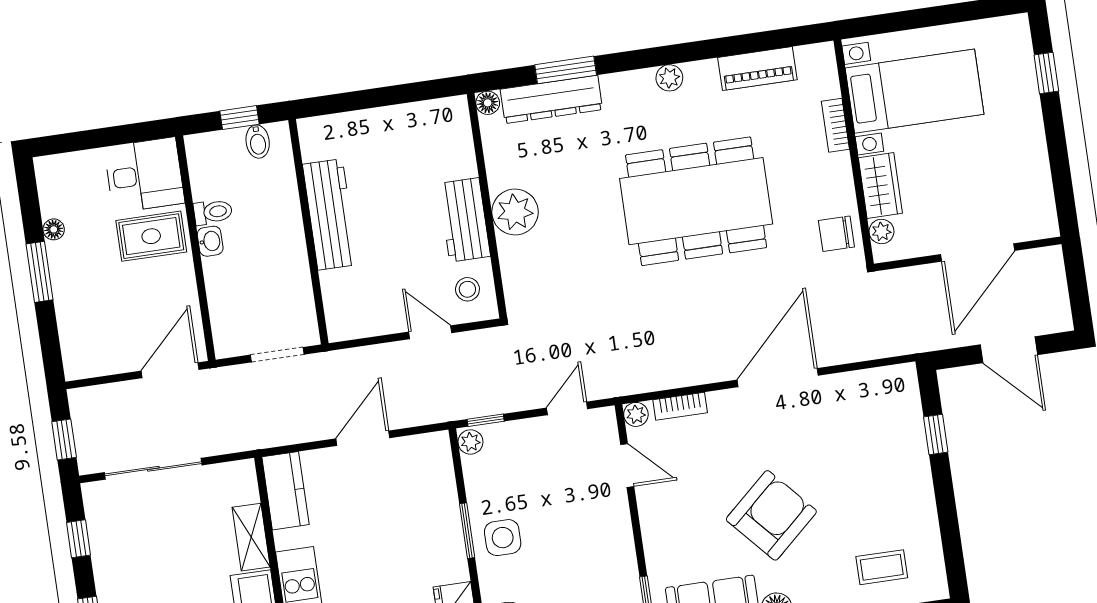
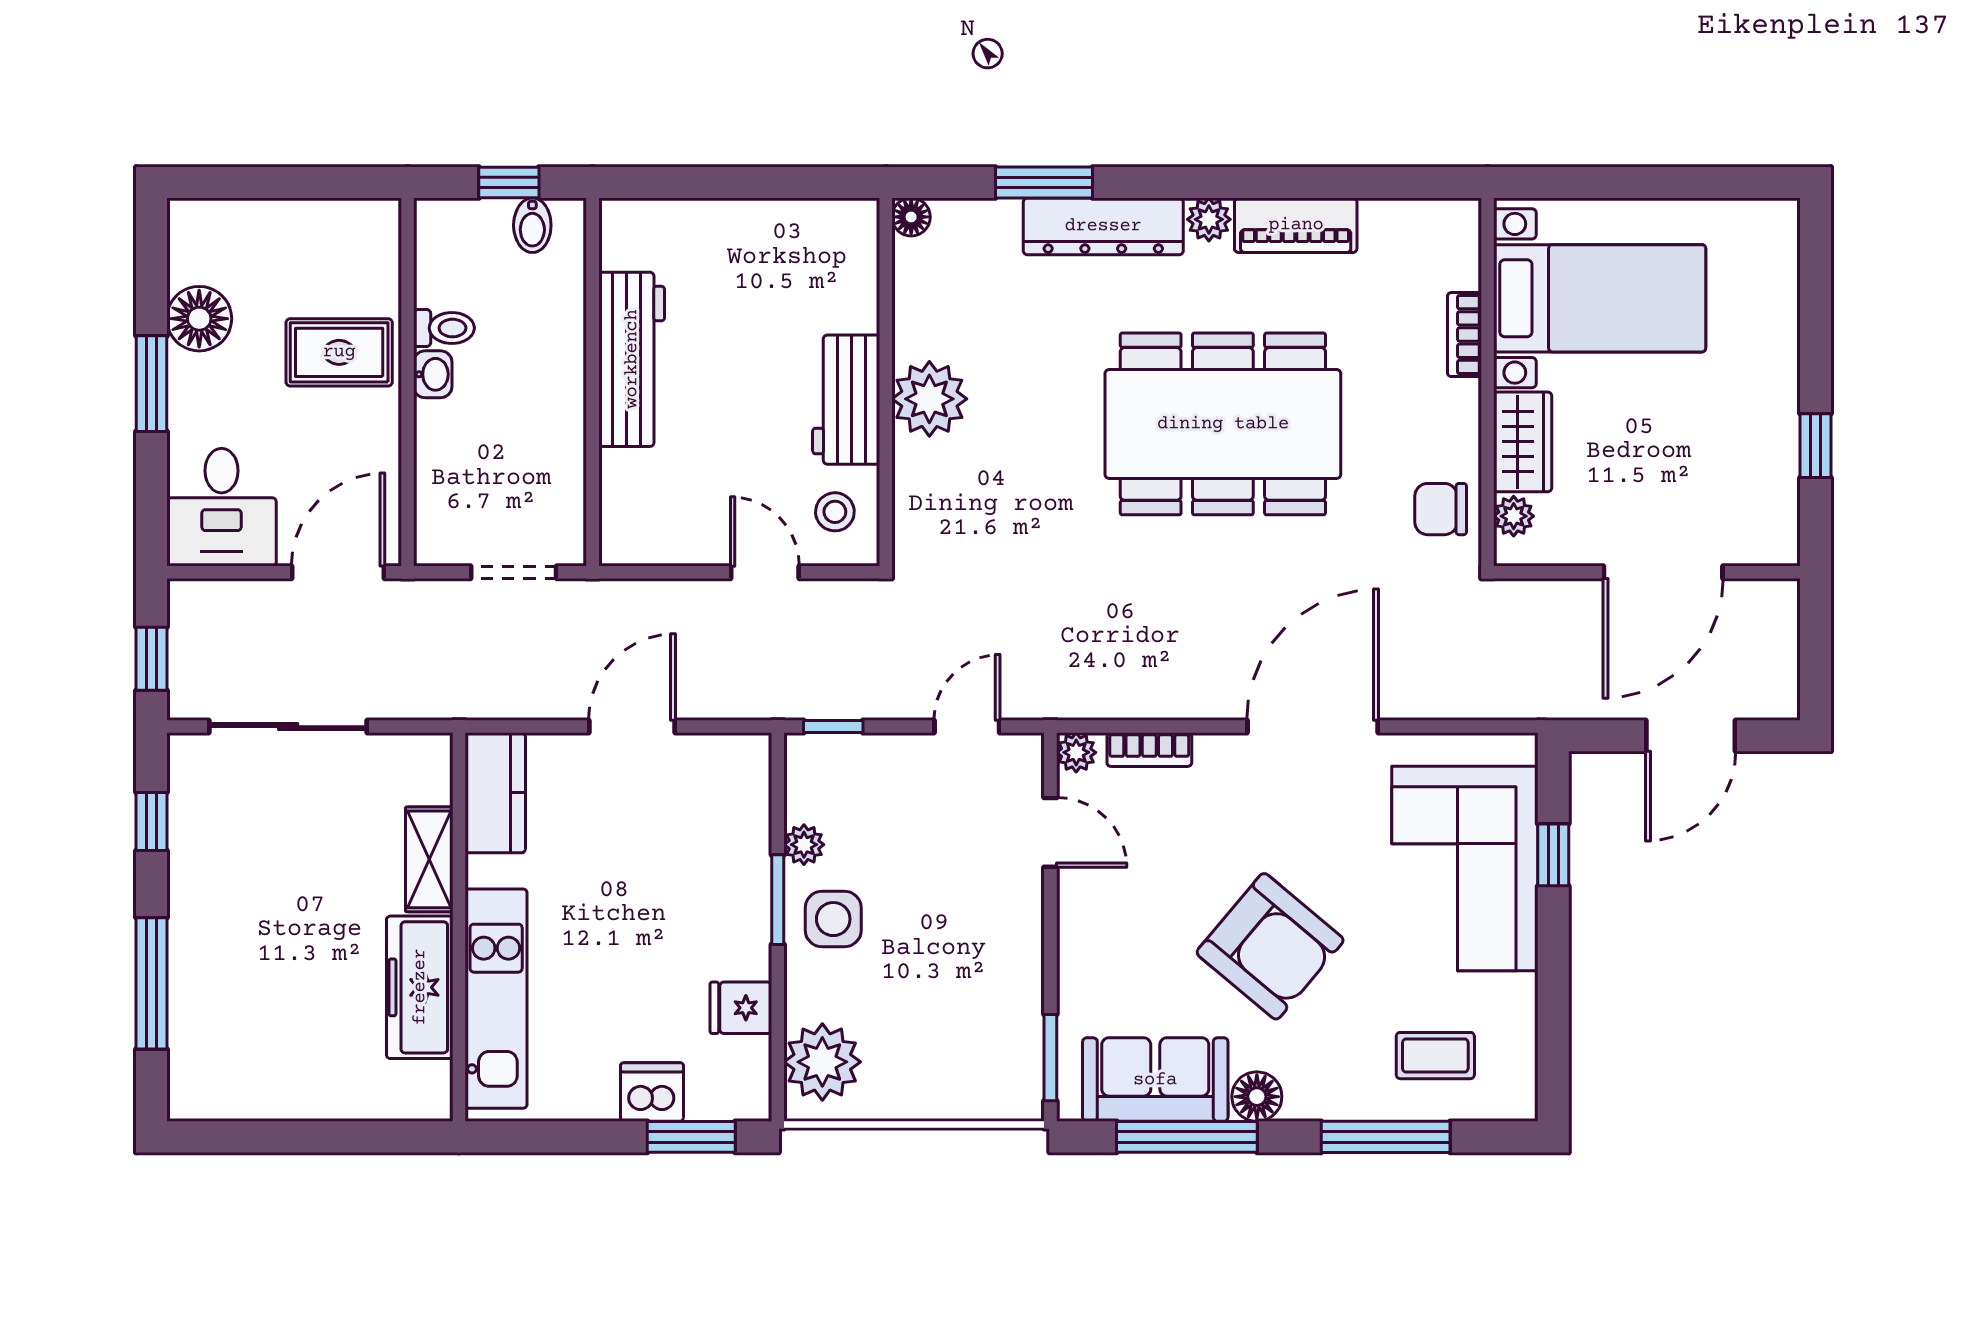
piano: (757, 69) -> (1296, 225), moved
window: (1046, 73) -> (1816, 446), moved
dresser: (551, 99) -> (1103, 226), moved
desk: (144, 175) -> (222, 507), moved, turned 90
floor lamp: (54, 229) -> (199, 319), width x1.89, depth x1.89
door: (1009, 350) -> (1691, 736), hinge flipped
plant: (471, 442) -> (804, 845), moved
corner sofa: (883, 451) -> (1465, 869), added
armchair: (771, 515) -> (1270, 946), turned 82

